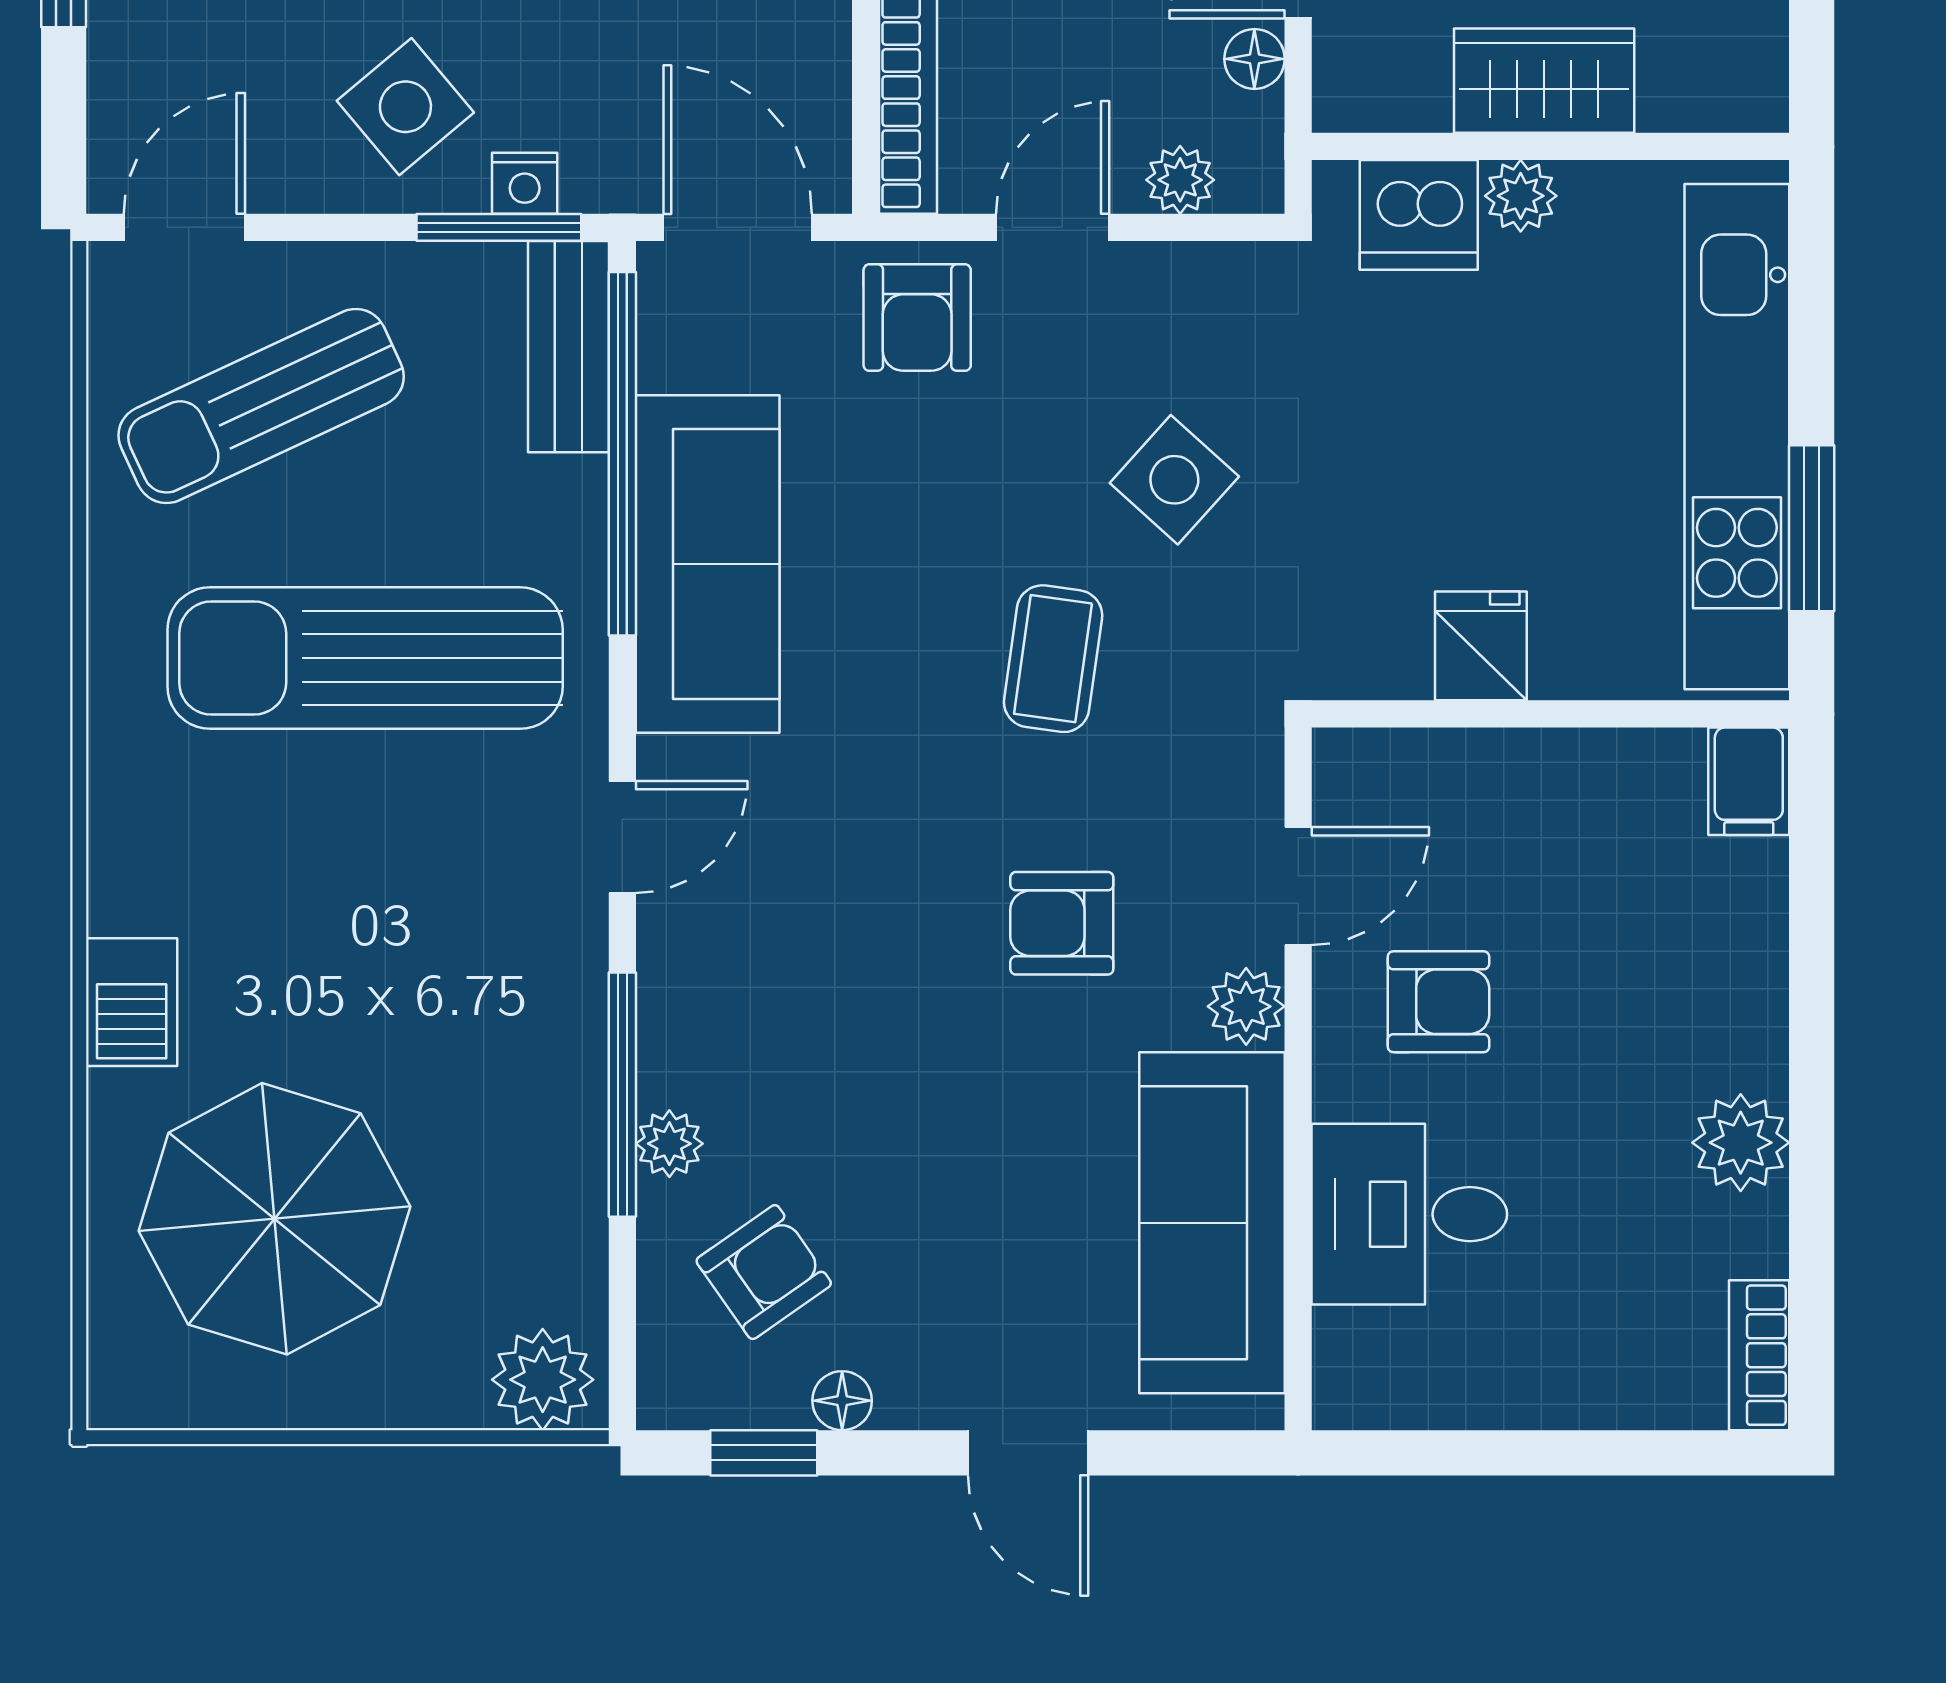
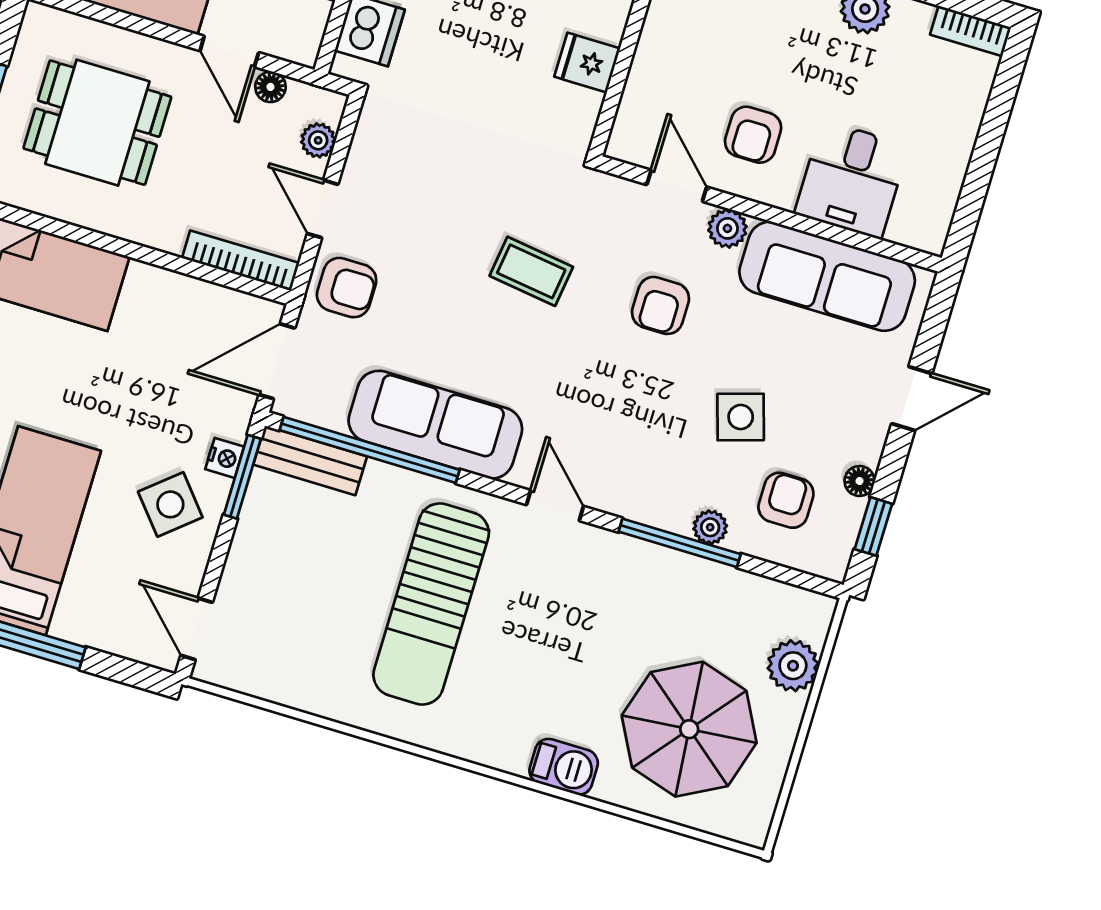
sun lounger: (261, 406) -> (294, 618), removed
side table: (1174, 480) -> (741, 417), moved, turned 31
armchair: (1438, 1002) -> (753, 135), turned 180
armchair: (764, 1272) -> (786, 500), turned 35
plant: (543, 1380) -> (793, 666), moved

